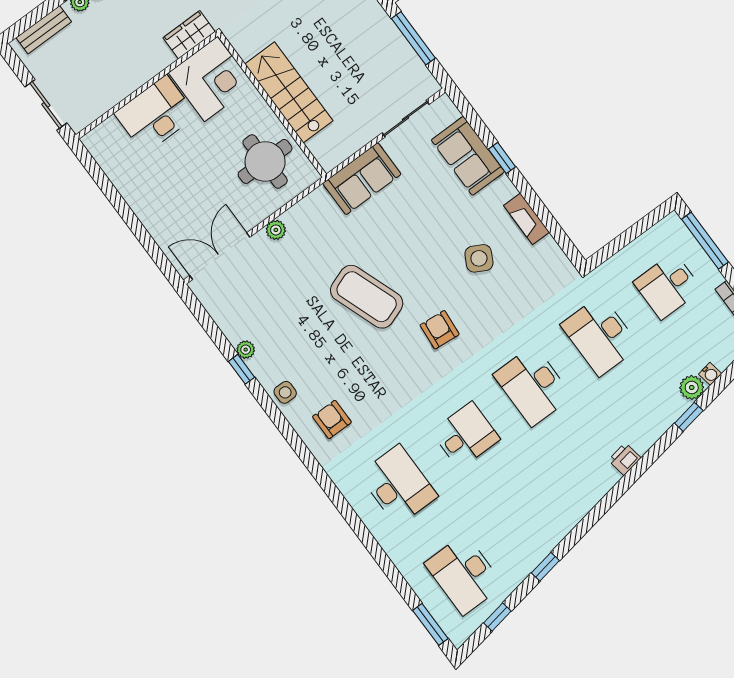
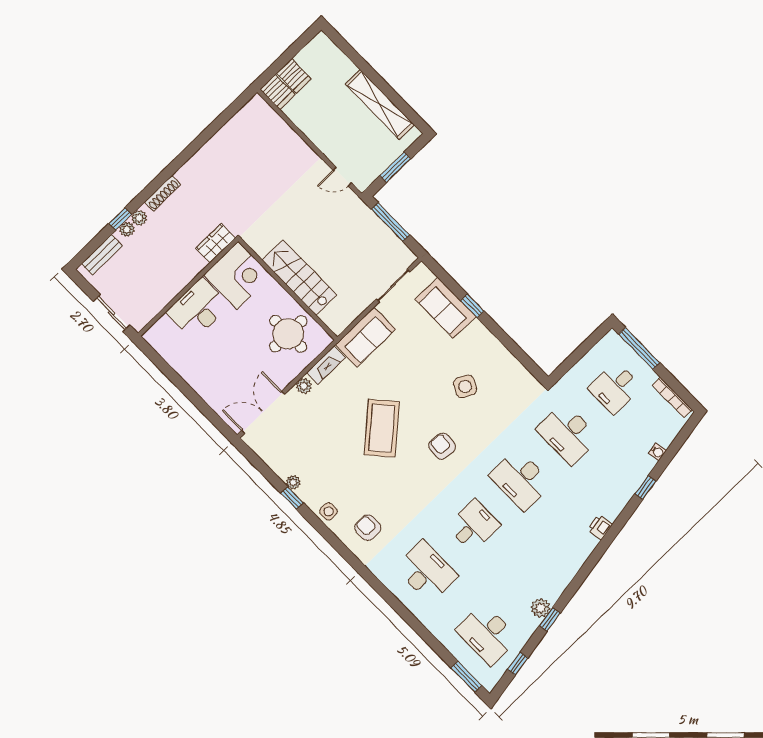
fireplace: (527, 219) -> (326, 365), moved, turned -90
coffee table: (367, 297) -> (382, 428), turned 69
plant: (692, 387) -> (540, 608), moved

